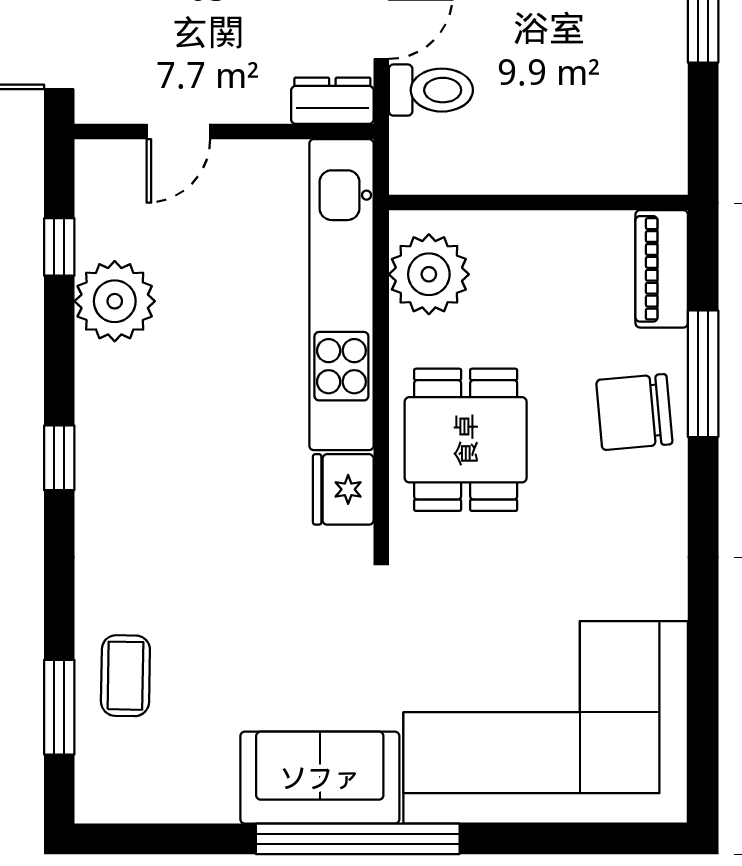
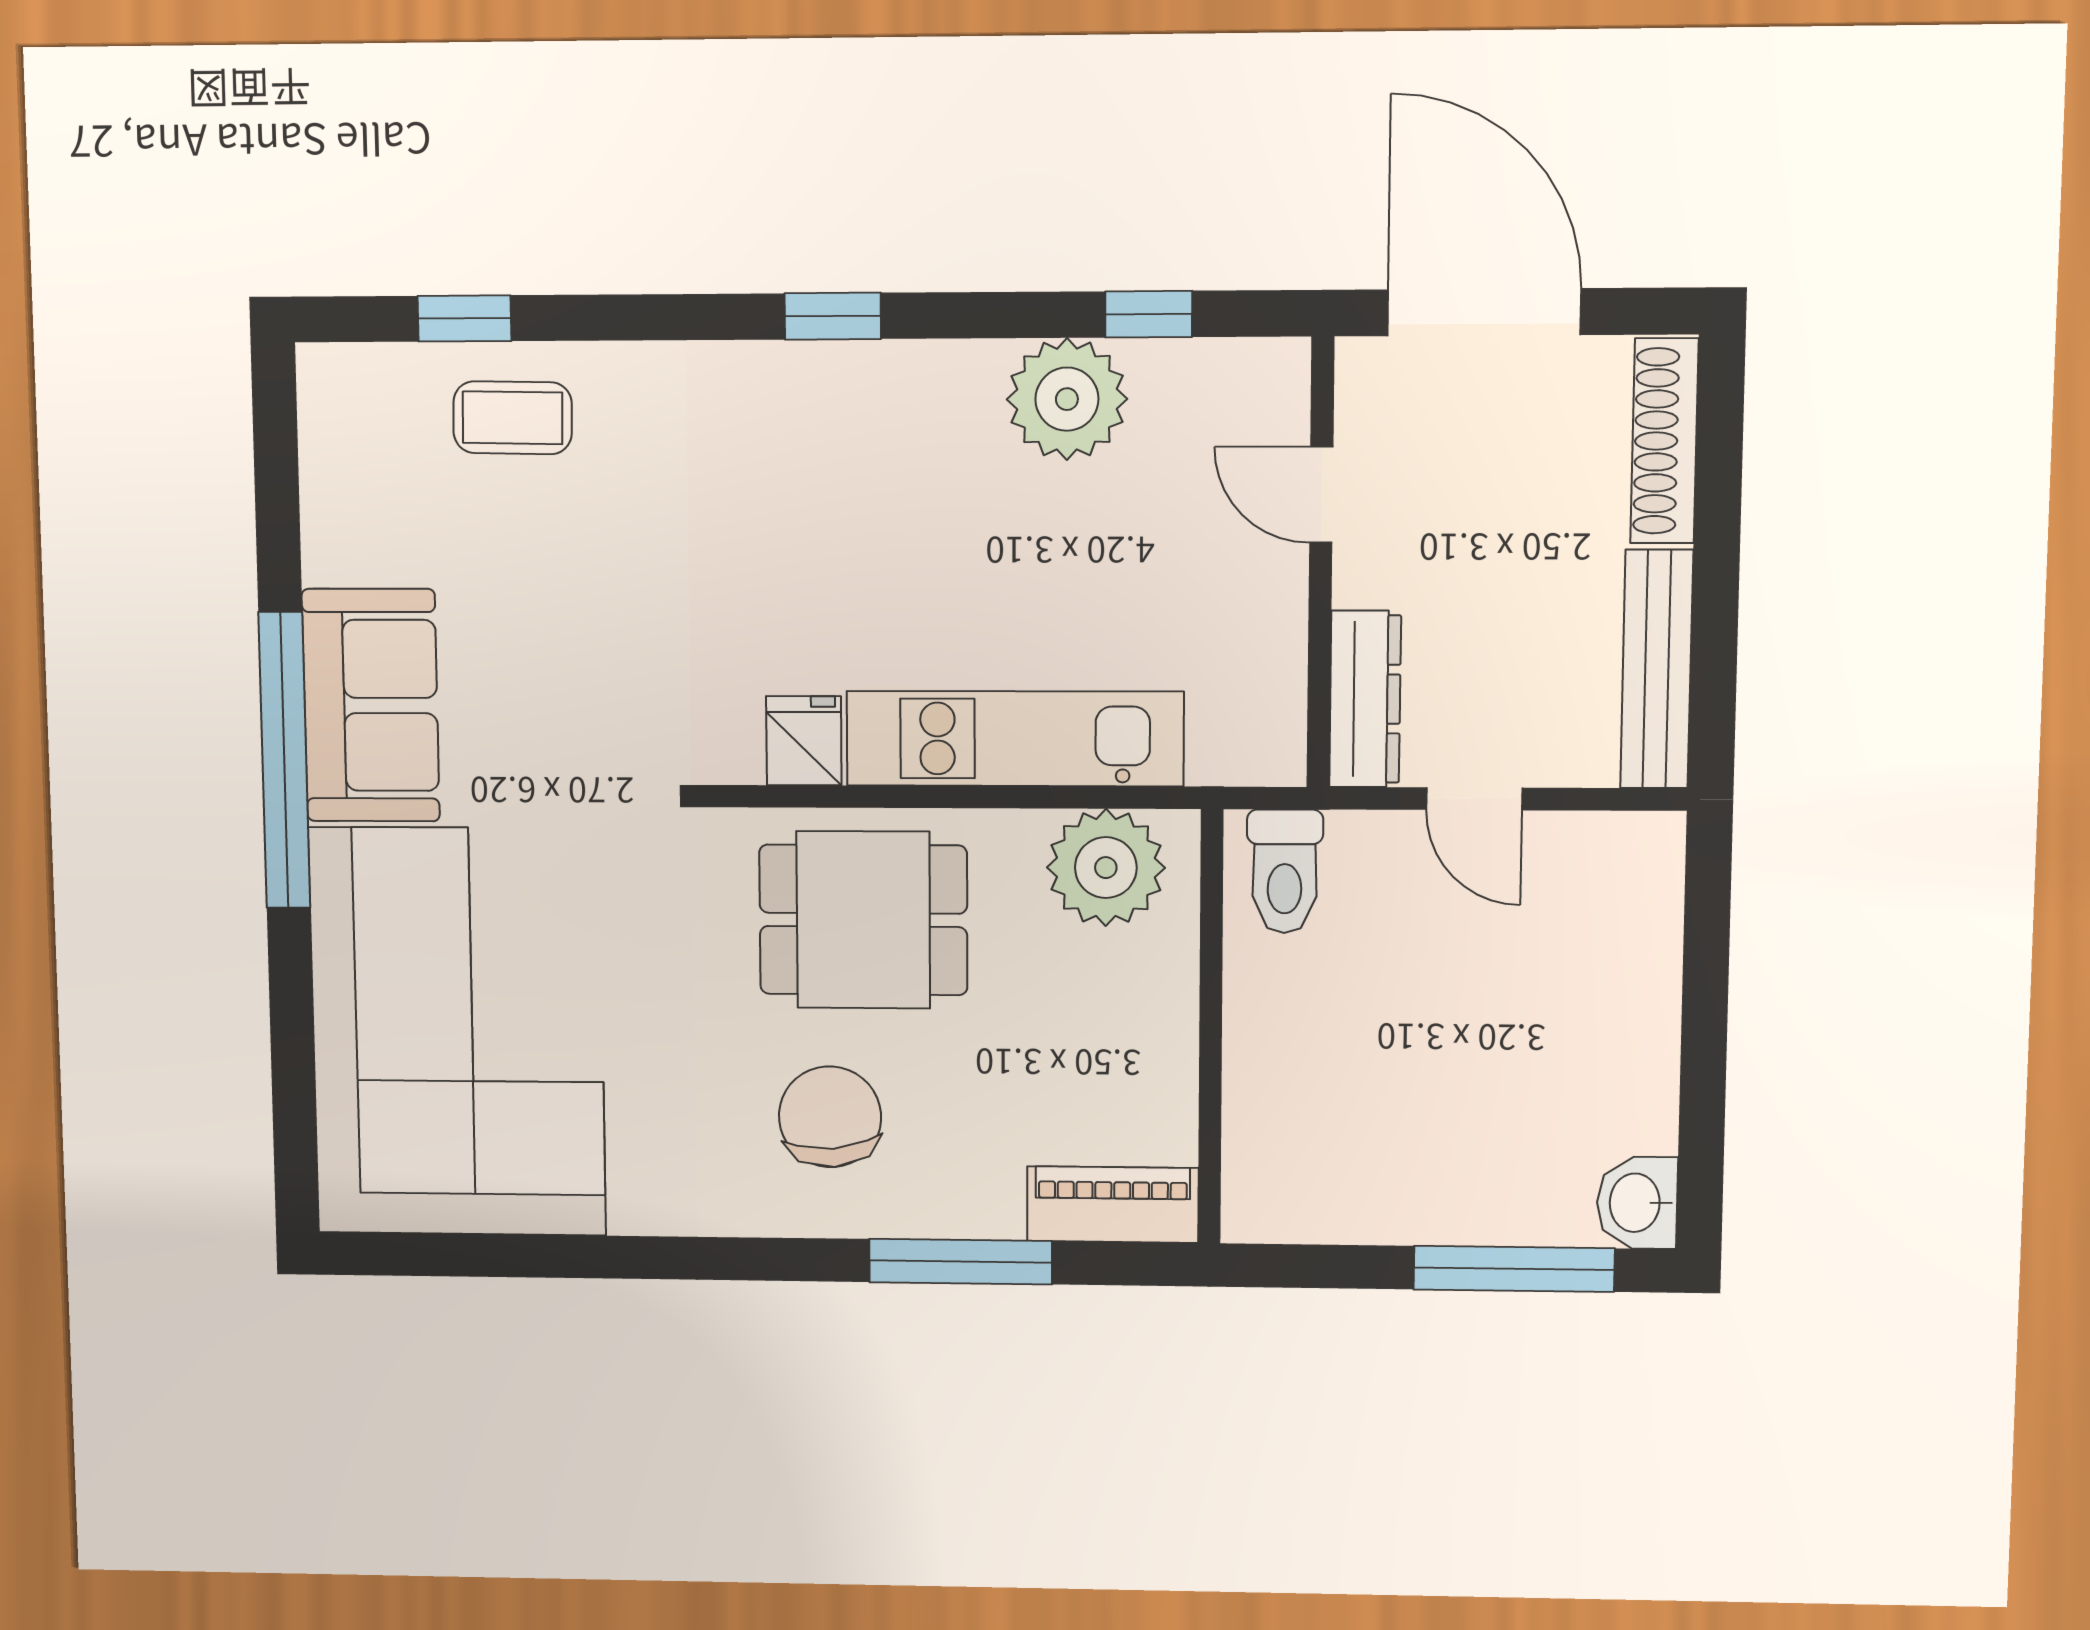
toilet: (431, 90) -> (1285, 871), moved
dresser: (332, 101) -> (1365, 699), width x1.44
kitchen unit: (341, 295) -> (1015, 739), width x0.73
chair: (634, 412) -> (830, 1117), moved
fridge: (343, 489) -> (804, 741), width x0.72
window: (59, 707) -> (464, 318), width x0.67

